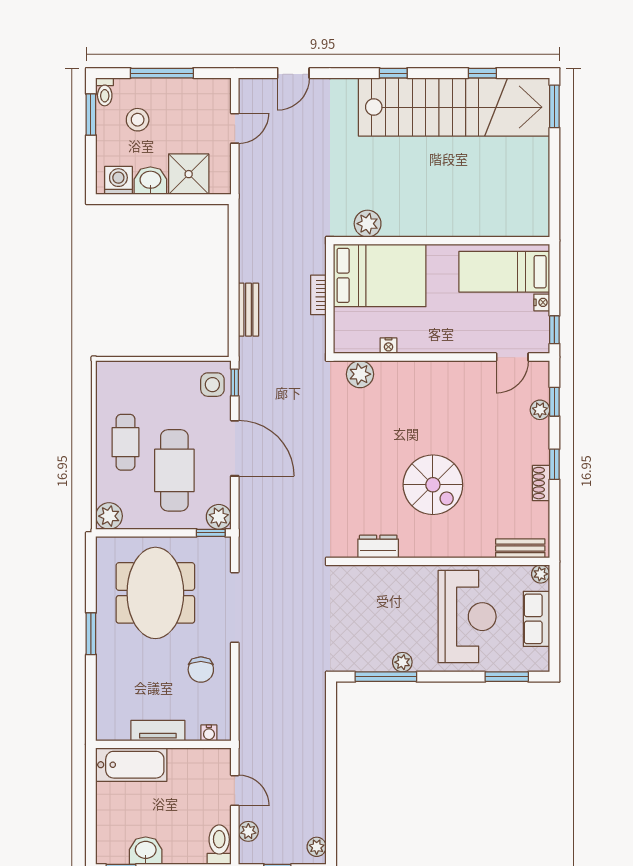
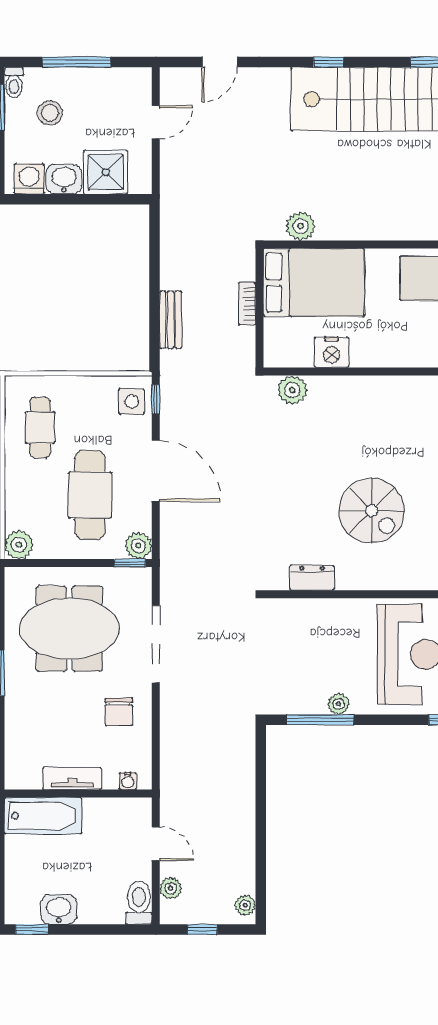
nightstand: (389, 346) -> (331, 352), width x1.89, depth x1.79
cafe table: (125, 442) -> (40, 428), moved
meeting table: (155, 593) -> (69, 629), turned 90

